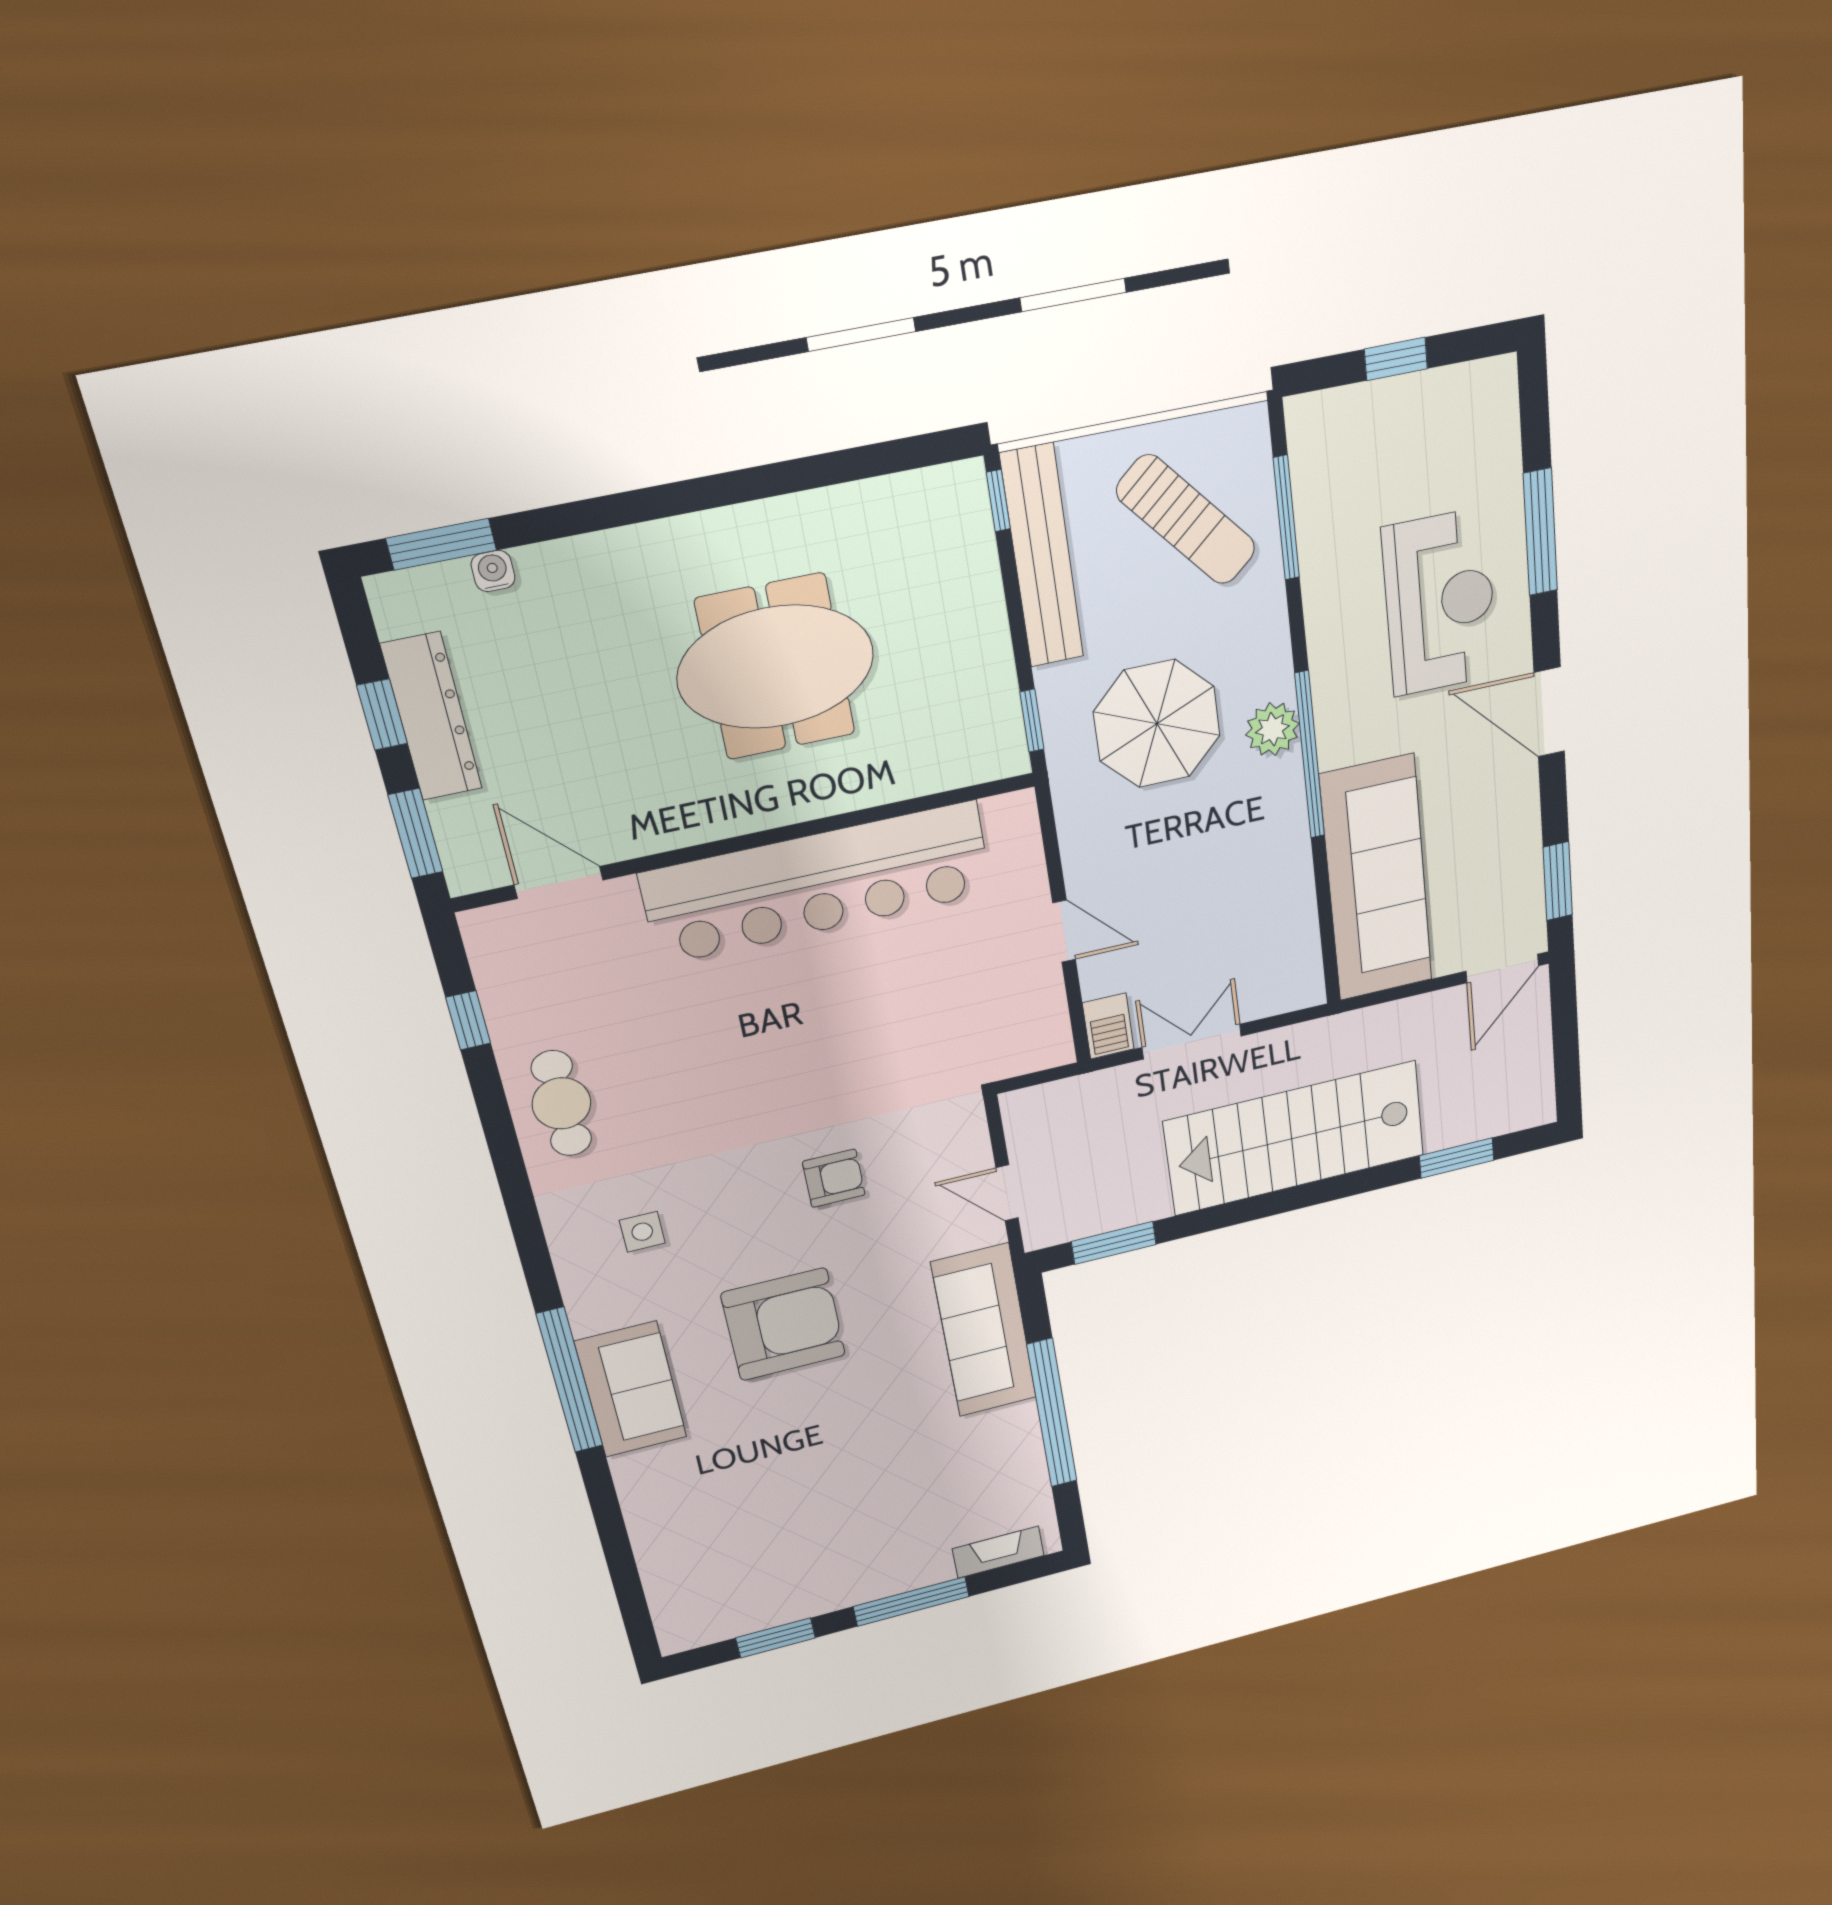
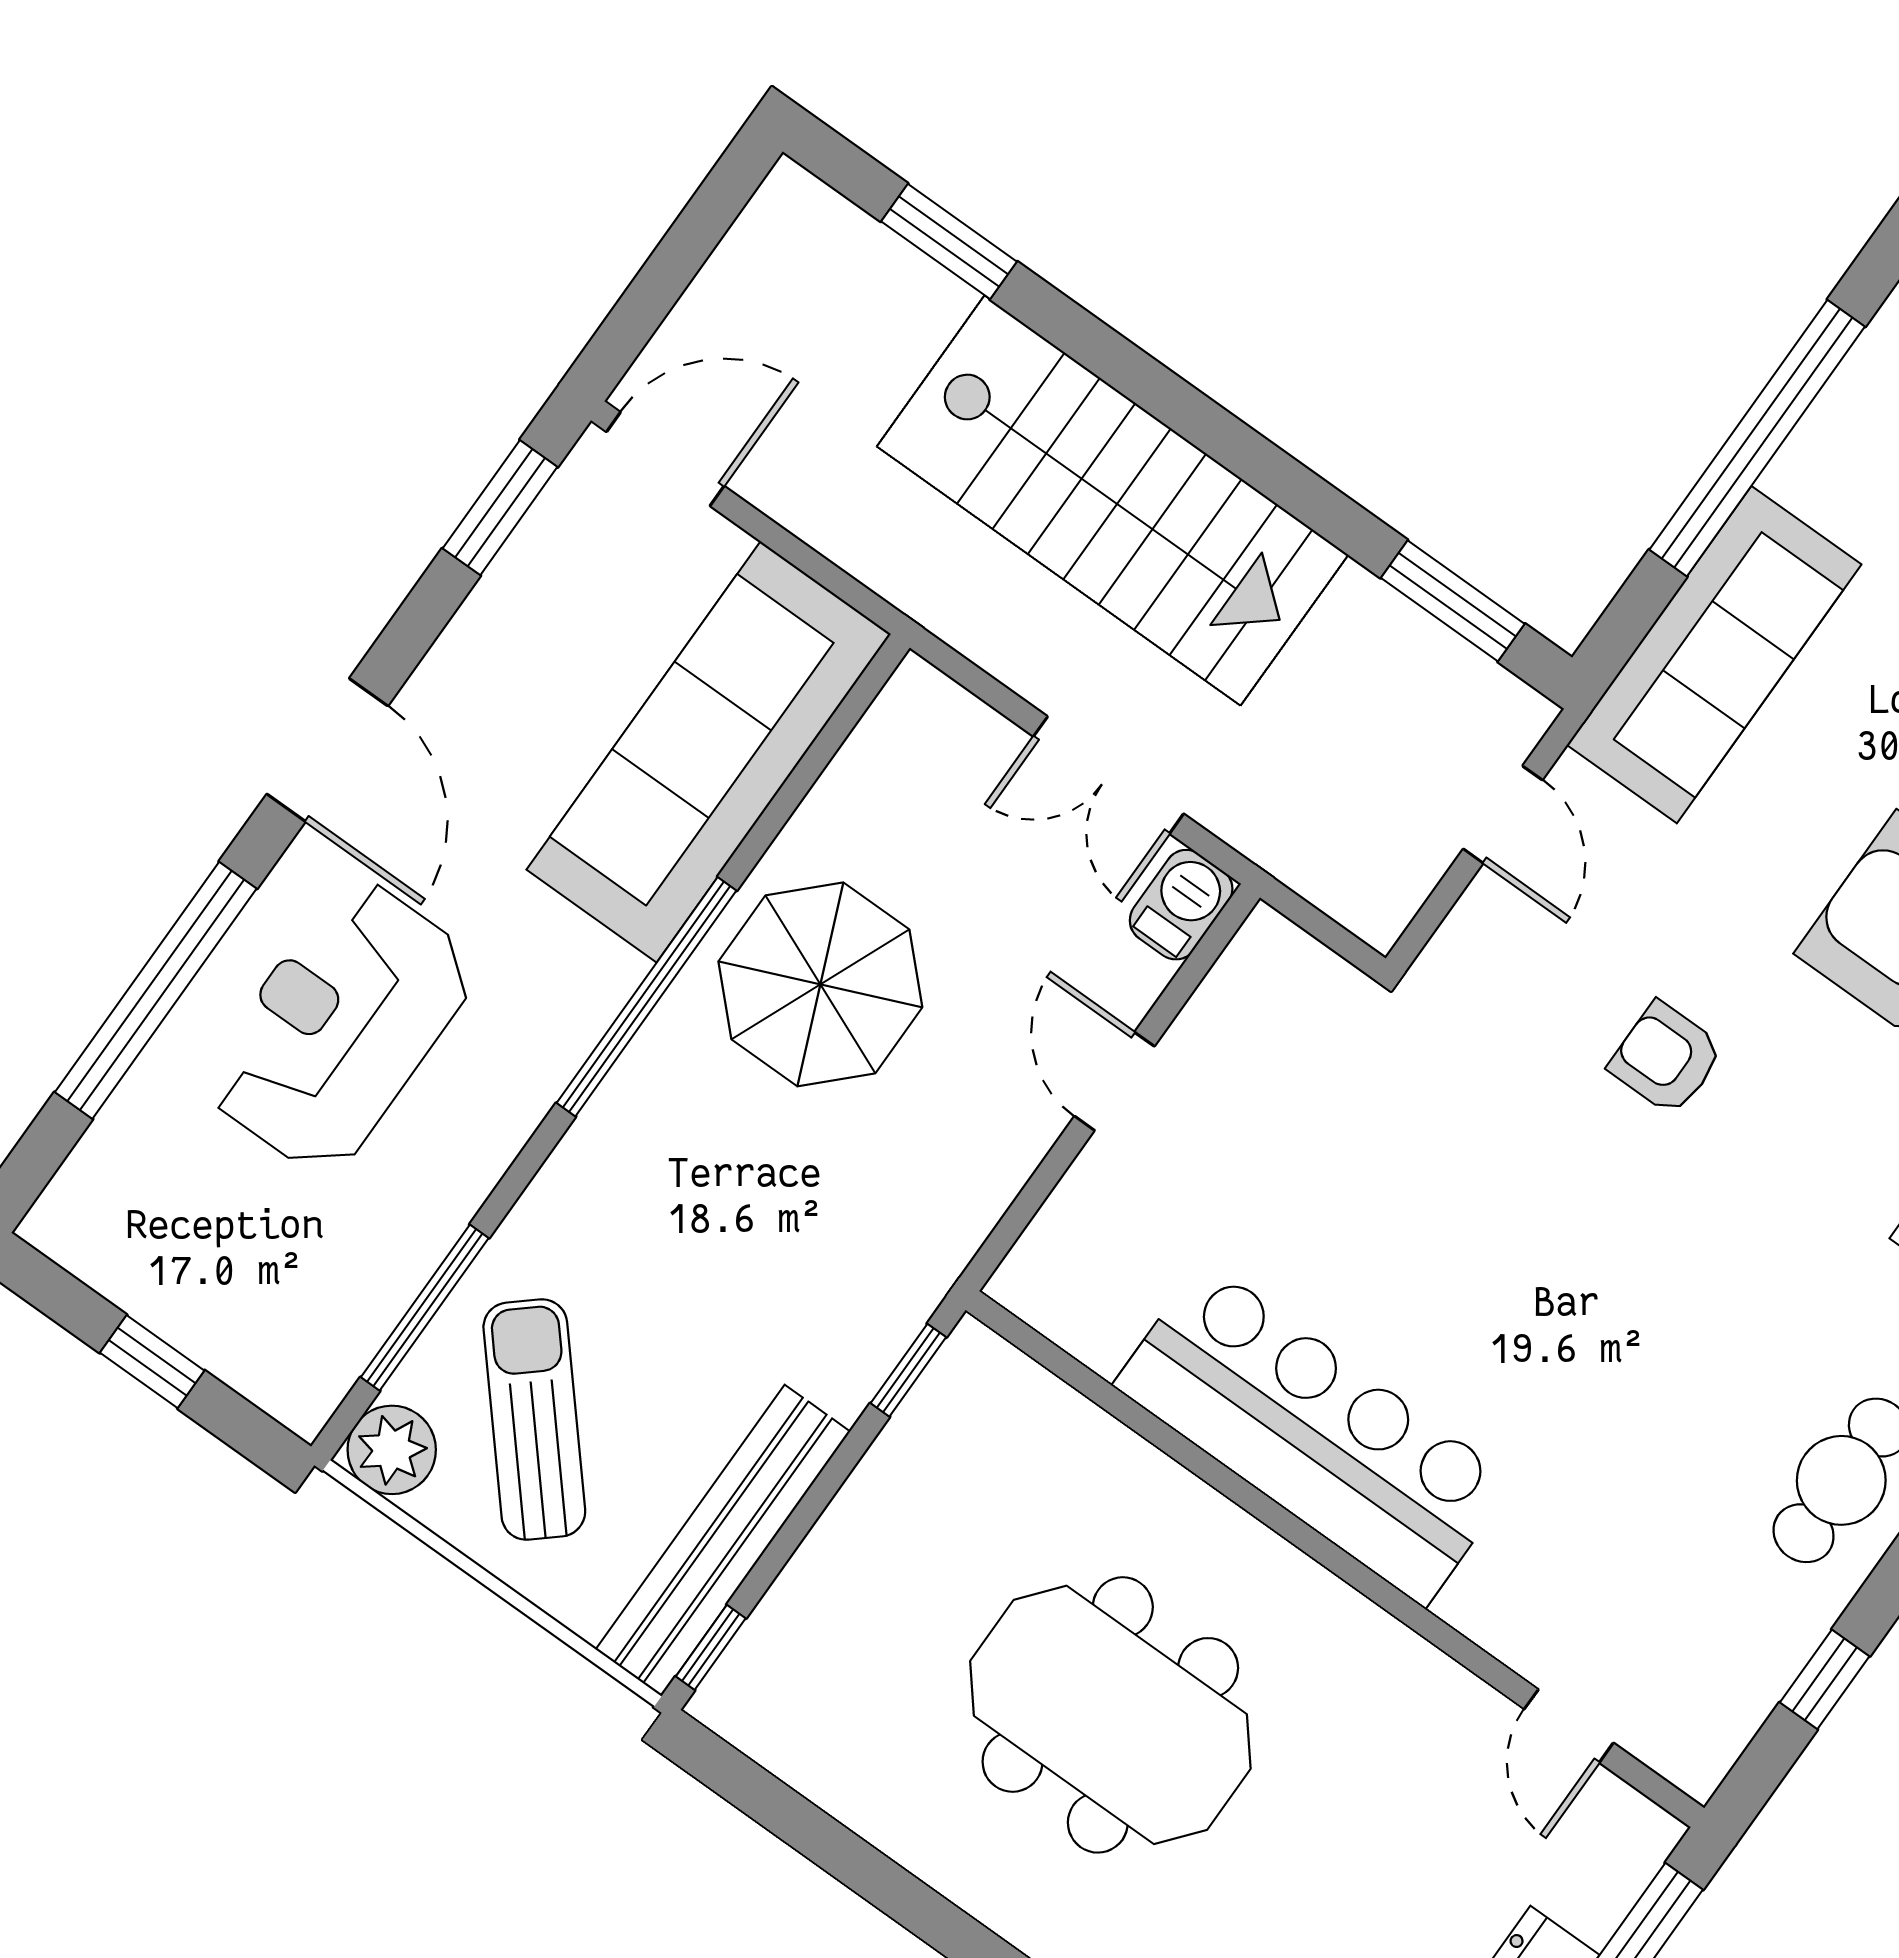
window: (1540, 532) -> (156, 990), width x1.46
parasol: (1157, 724) -> (820, 984), moved
plant: (1272, 729) -> (392, 1450), moved
door: (559, 882) -> (1569, 1726), width x0.73
bar counter: (818, 883) -> (1314, 1433), width x0.73

